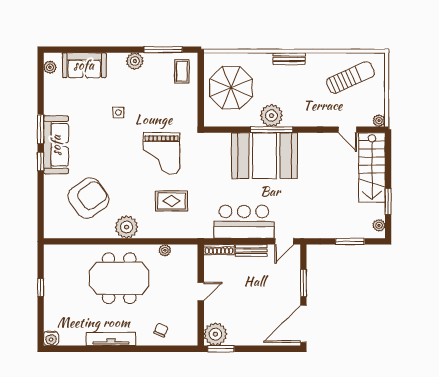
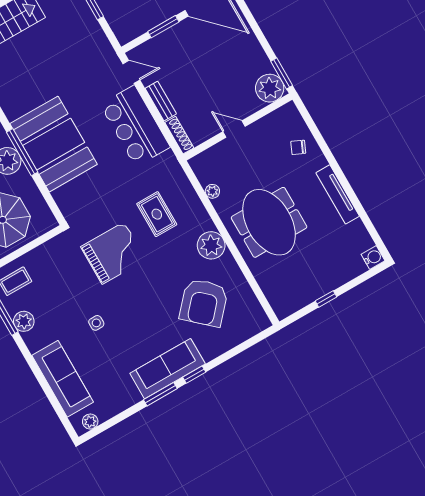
plant: (135, 61) -> (24, 321), moved
sofa: (84, 65) -> (63, 379), width x1.36
armchair: (88, 198) -> (204, 303), turned -102

